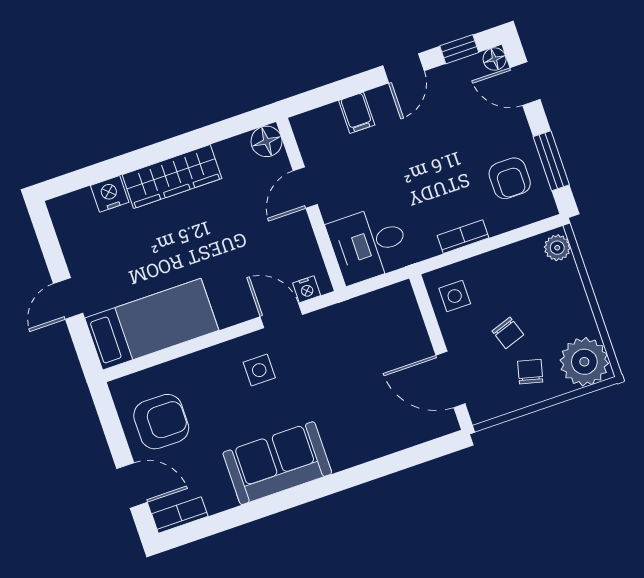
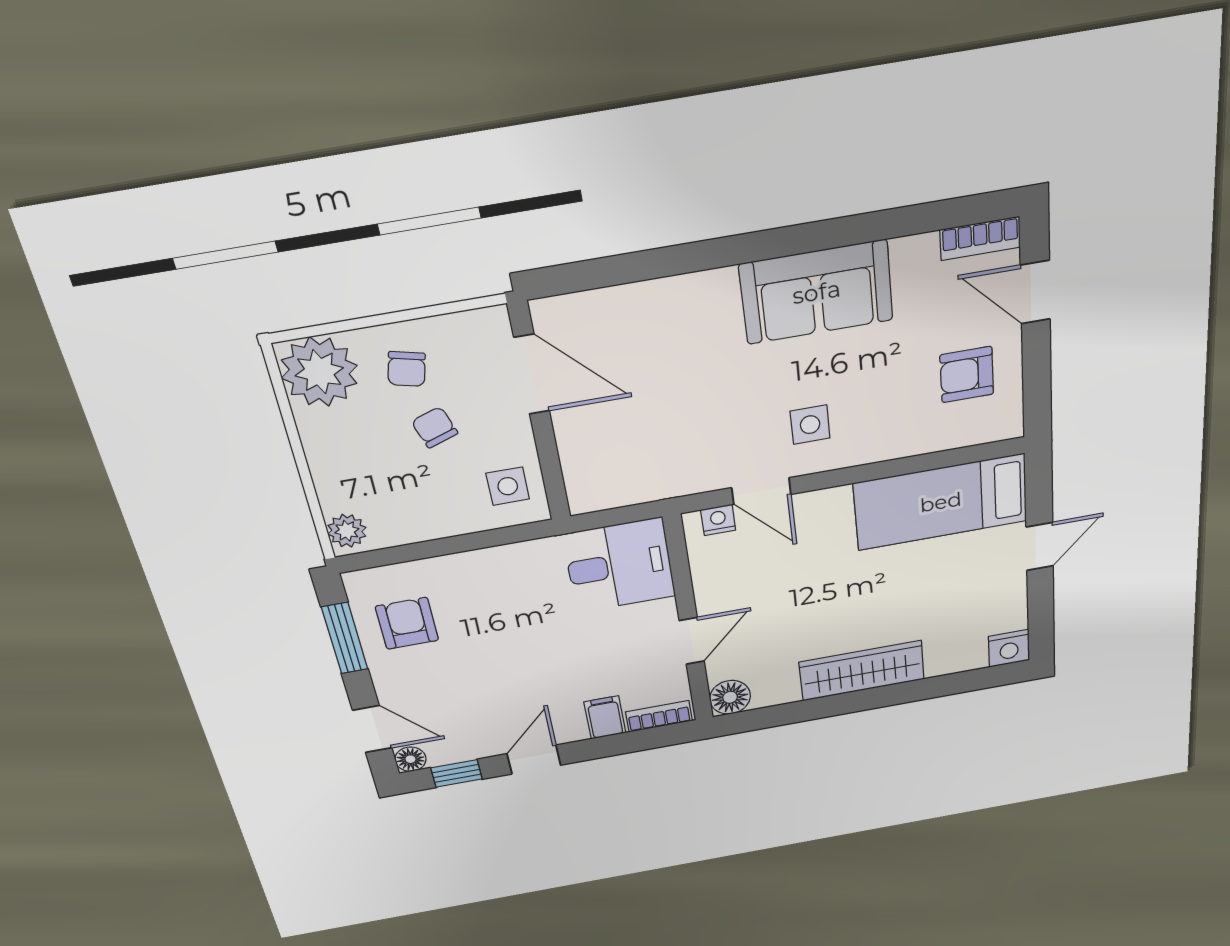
nightstand: (110, 194) -> (1009, 648), moved
bookcase: (463, 237) -> (659, 716), moved, turned 180
armchair: (161, 422) -> (967, 375), width x0.72, depth x0.72

